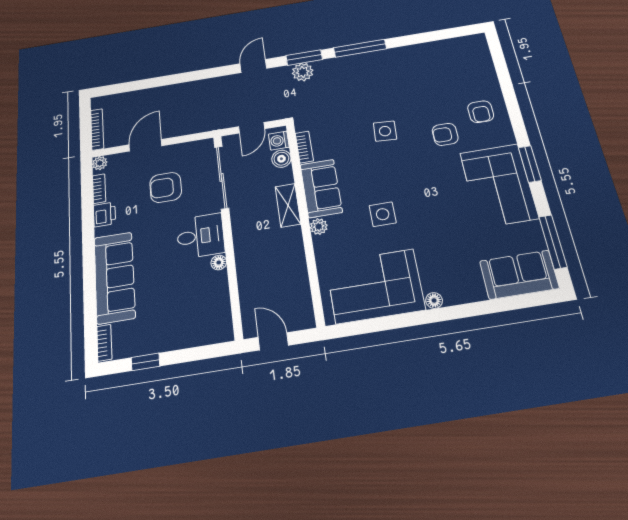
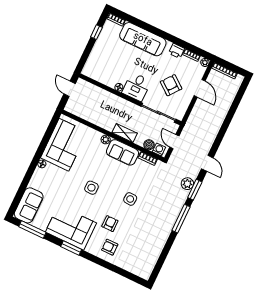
armchair: (166, 187) -> (171, 85), turned -52
side table: (383, 214) -> (91, 188), moved
door: (273, 341) -> (70, 89), swing flipped

